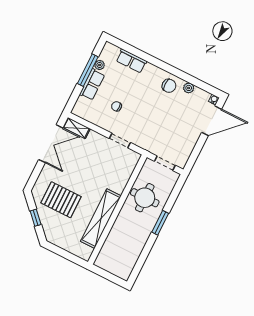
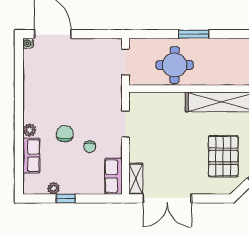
window: (88, 70) -> (66, 198), width x0.46
row of seats: (92, 84) -> (114, 176), moved, turned -90
chair: (169, 86) -> (65, 134), moved
plant: (189, 88) -> (29, 130), moved
double door: (51, 144) -> (167, 198), swing flipped

